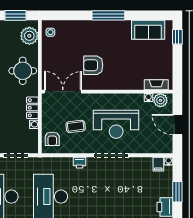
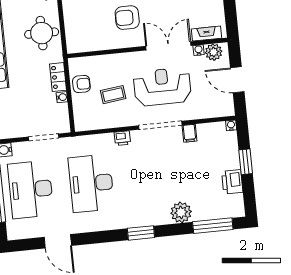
double door: (63, 92) -> (168, 46), moved
reception desk: (116, 124) -> (162, 87), turned 180
armchair: (52, 139) -> (81, 84), moved, turned -90
filing cabinet: (158, 164) -> (189, 133), moved

